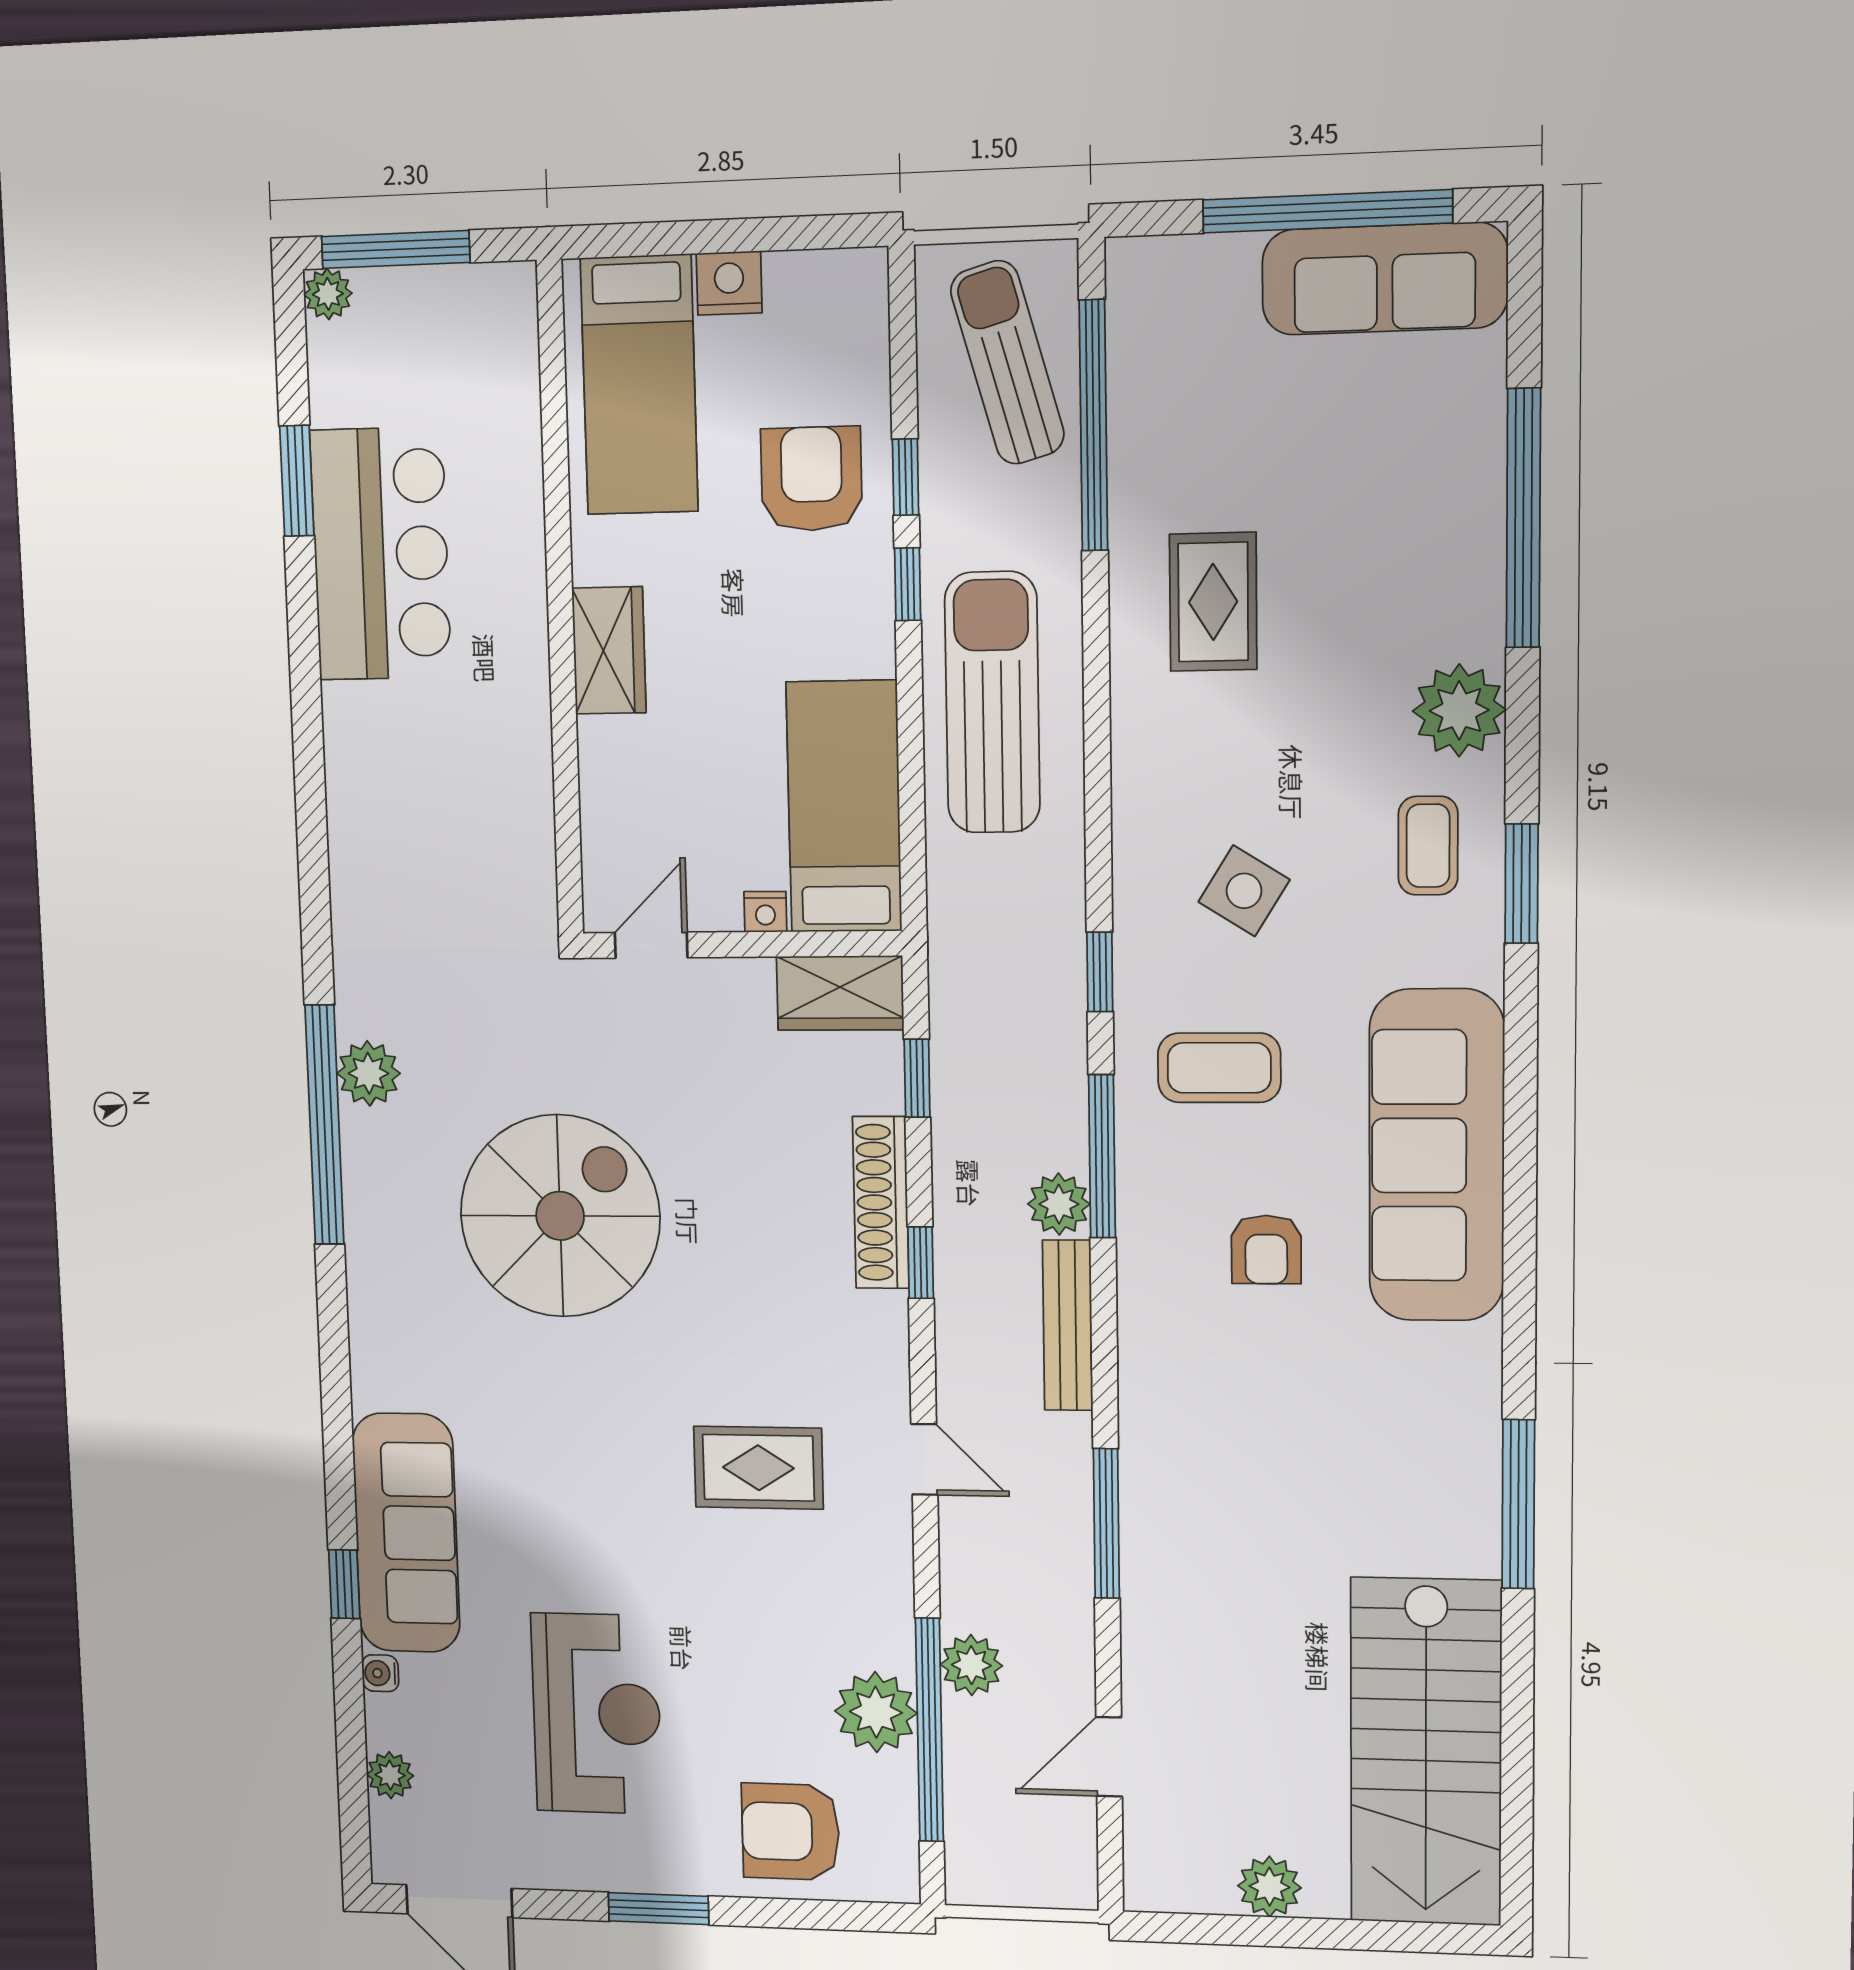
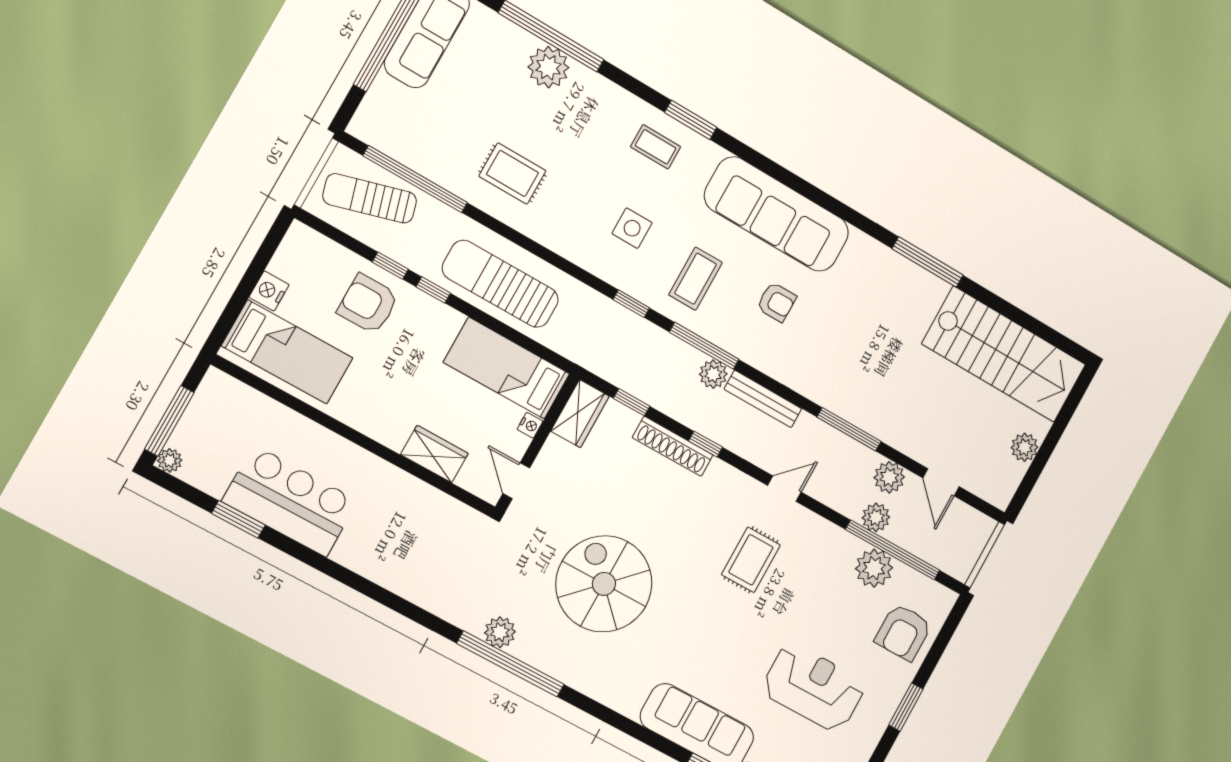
wardrobe: (609, 650) -> (434, 454), moved
plant: (1459, 710) -> (548, 67), moved
side table: (1244, 891) -> (632, 228), turned -32
plant: (1061, 1651) -> (889, 477), added

